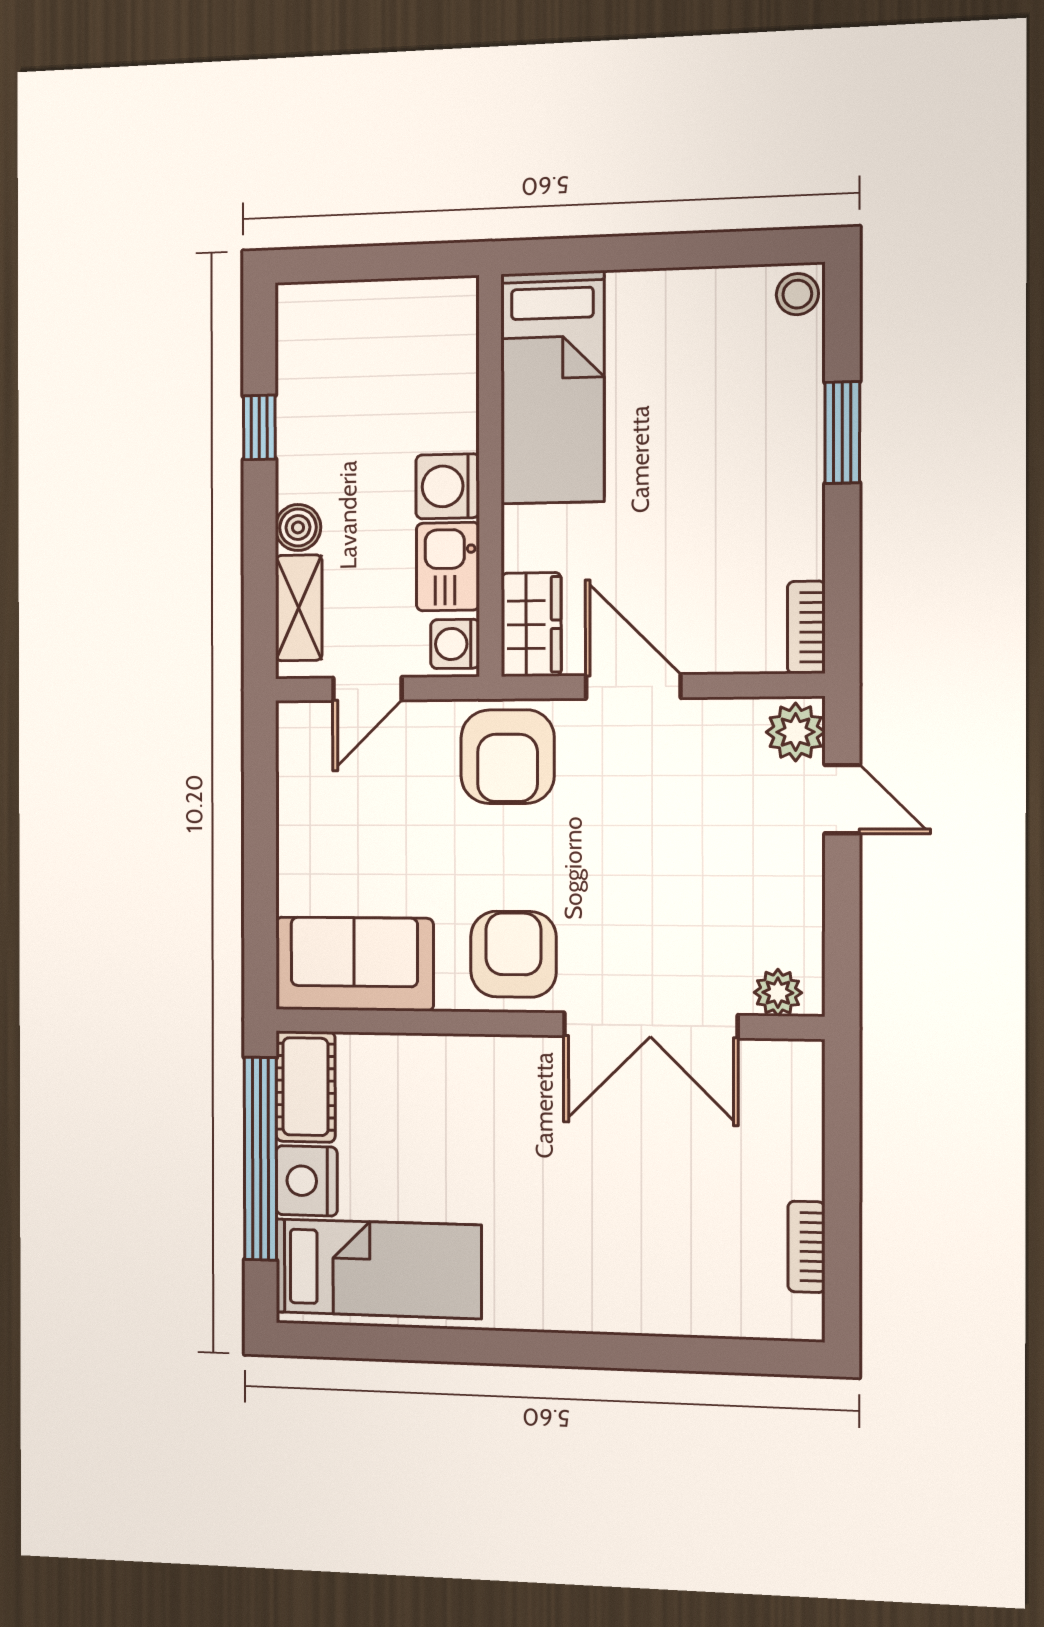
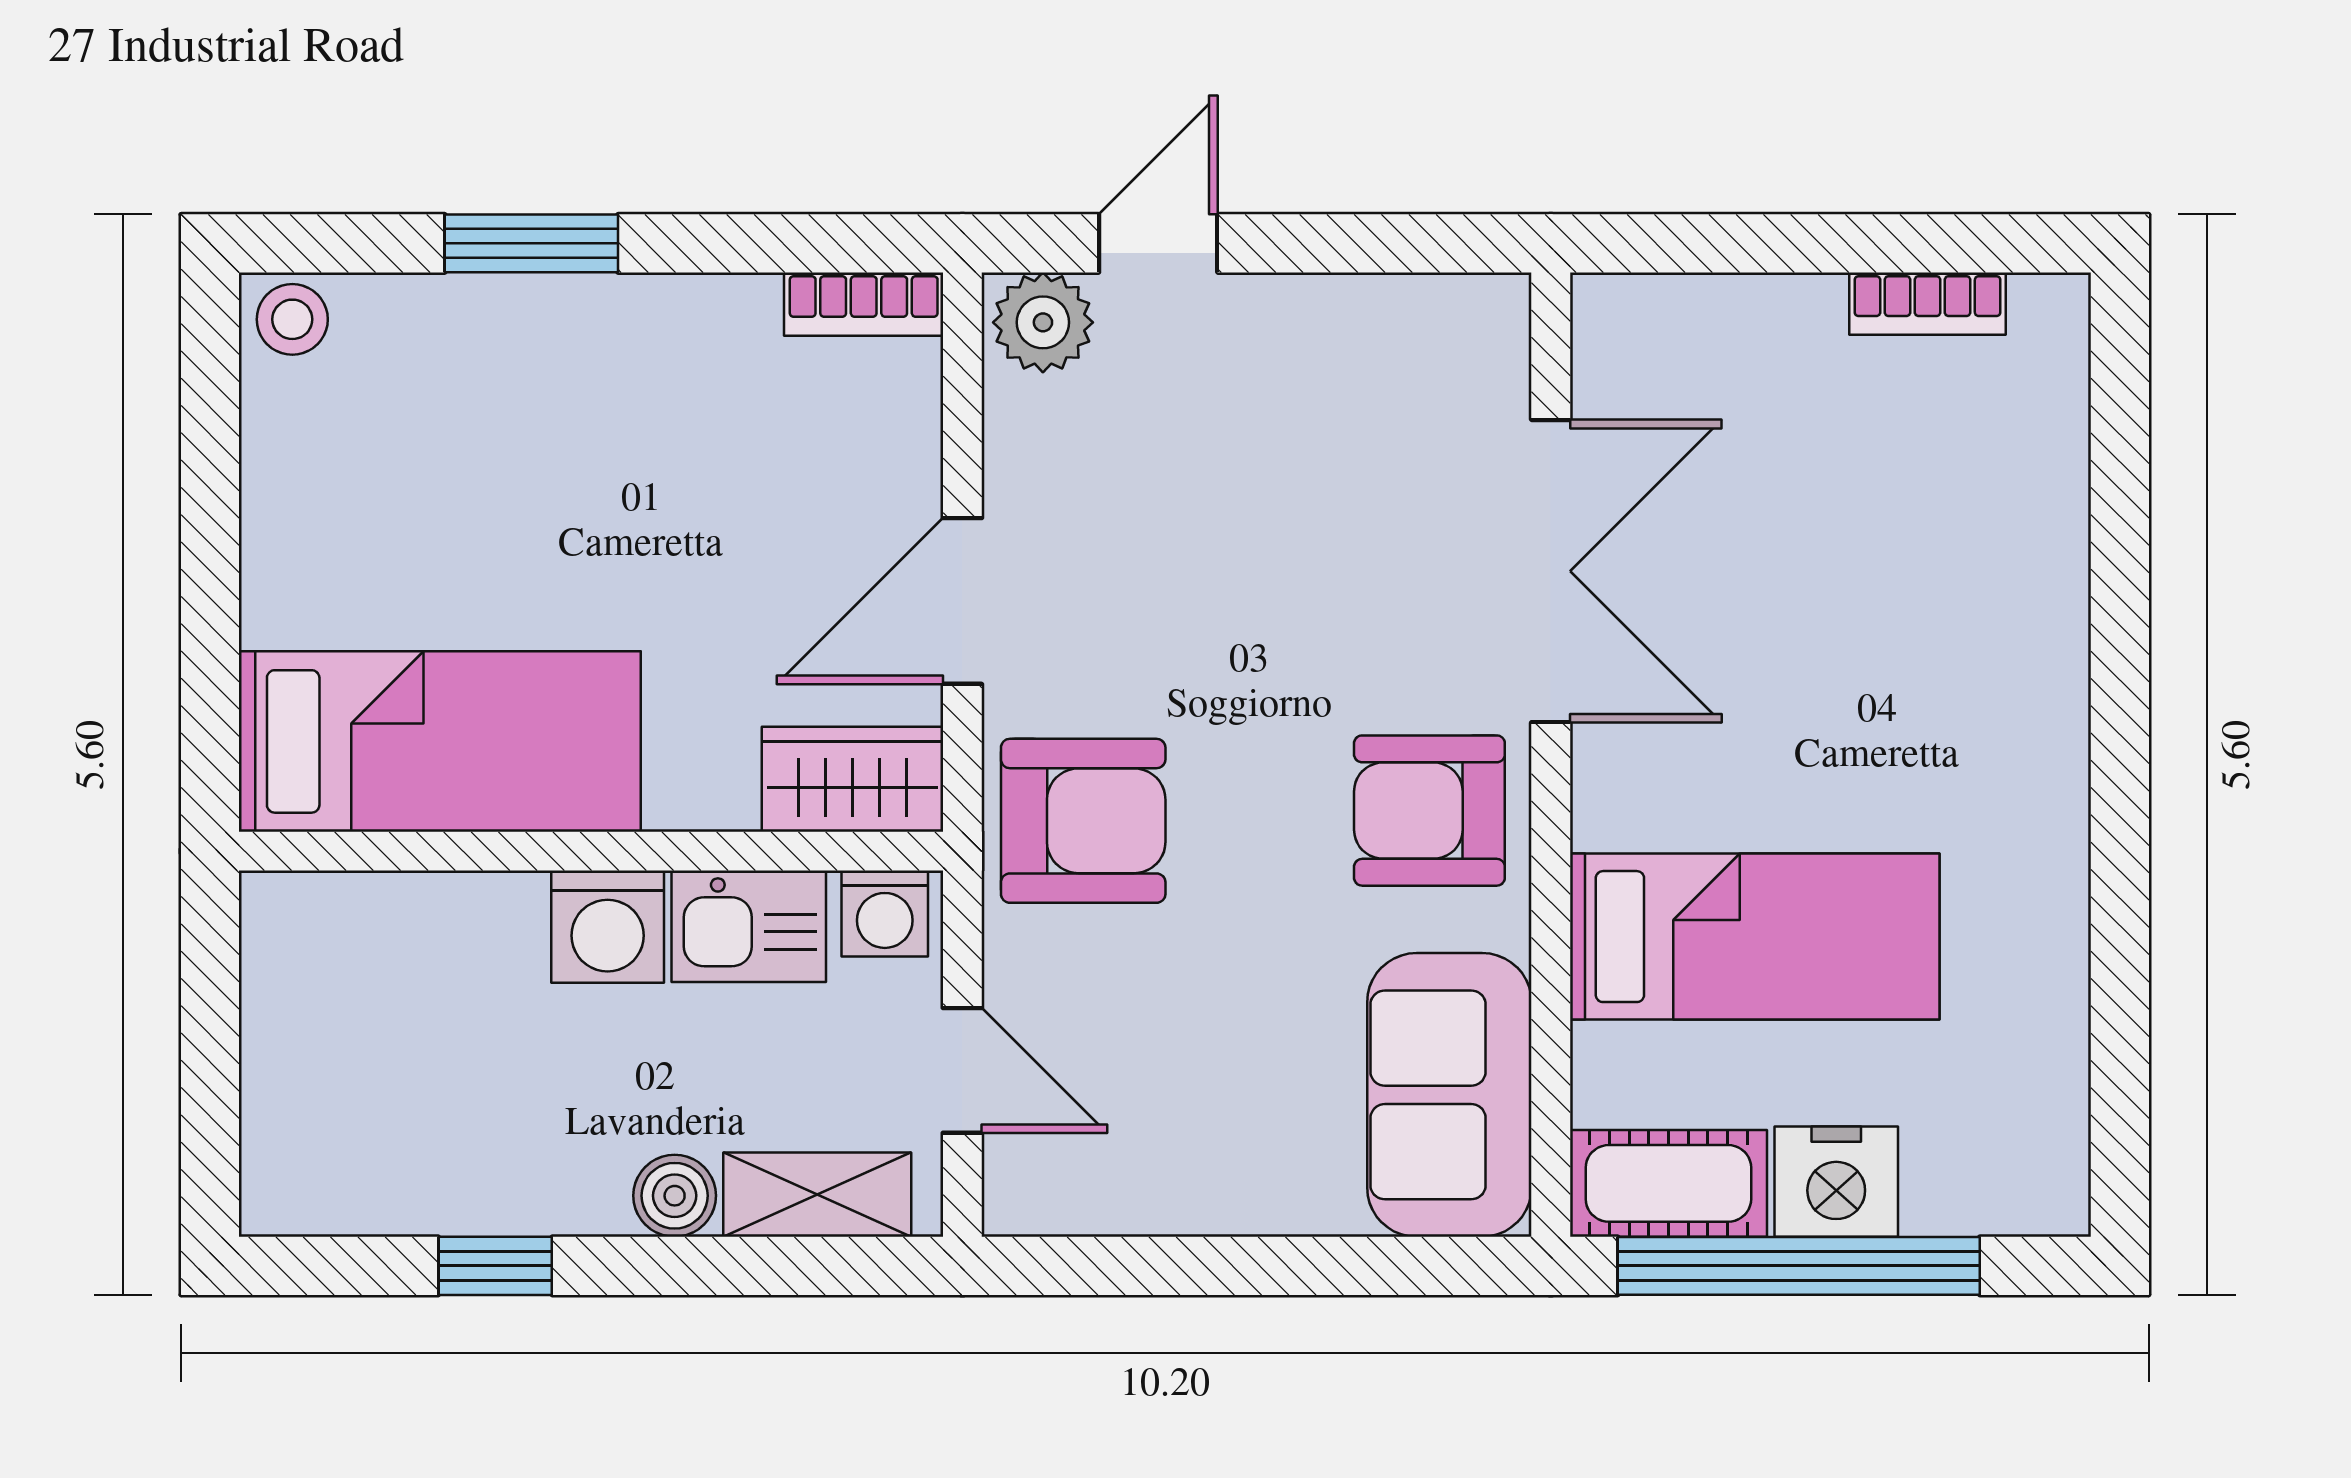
plant: (778, 993) -> (1491, 352), removed
bed: (378, 1269) -> (1755, 937), moved, turned 90

